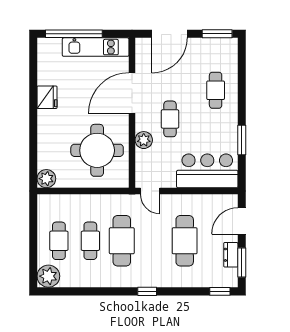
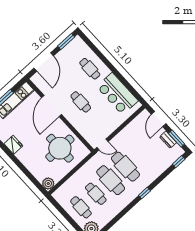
plant: (144, 140) -> (77, 123), removed
window: (242, 140) -> (124, 81), removed
bar counter: (207, 171) -> (117, 94), moved, turned -90
cafe table: (185, 241) -> (125, 167), moved

